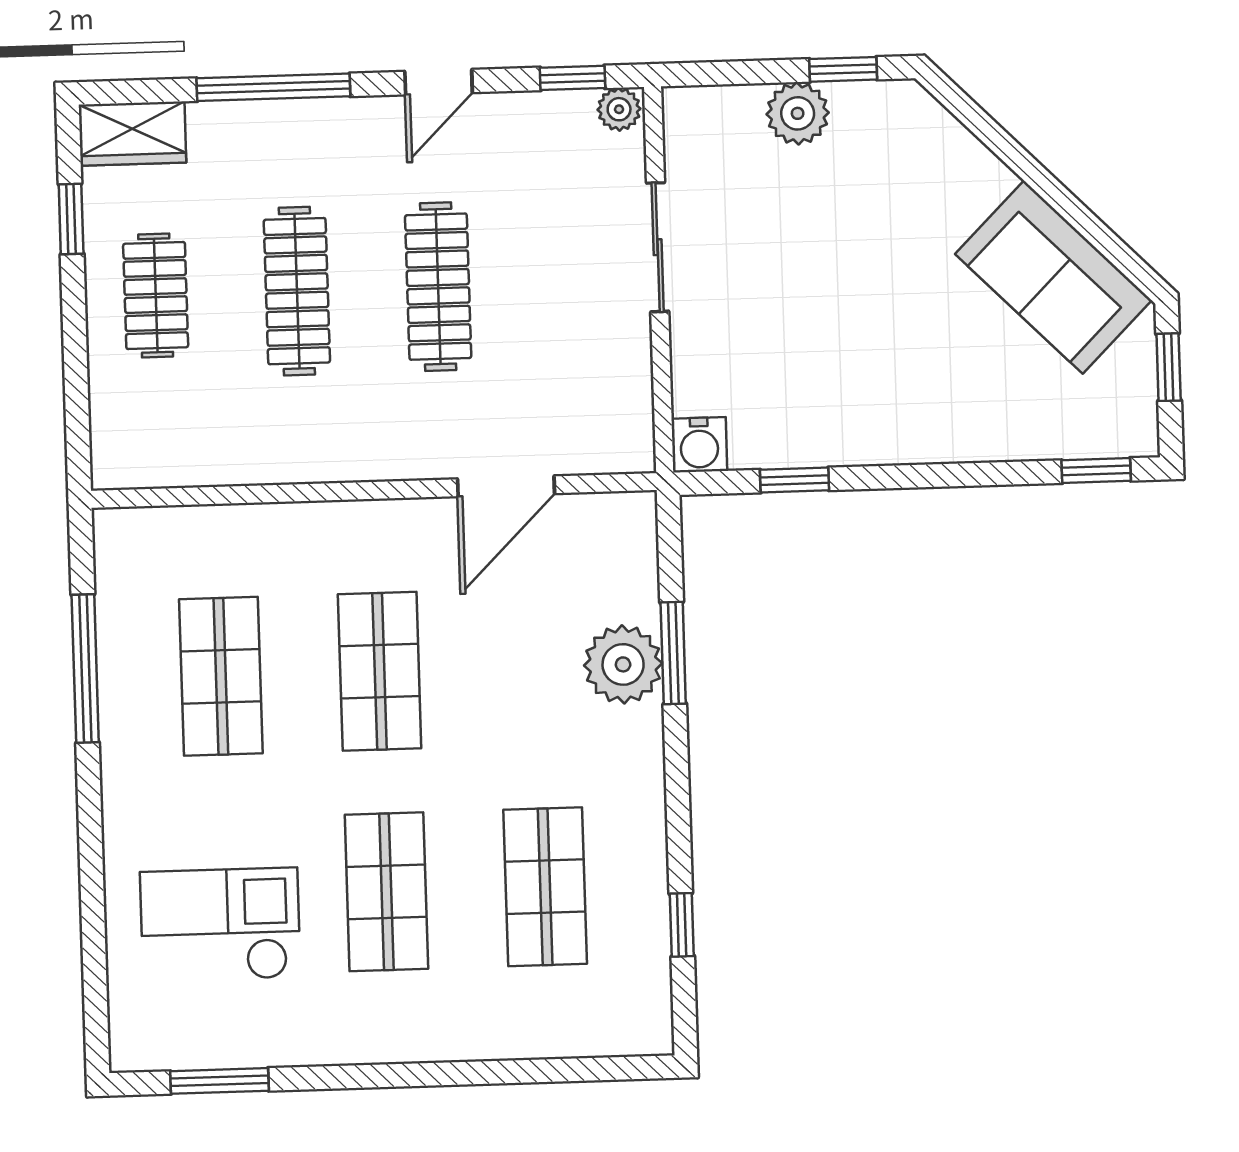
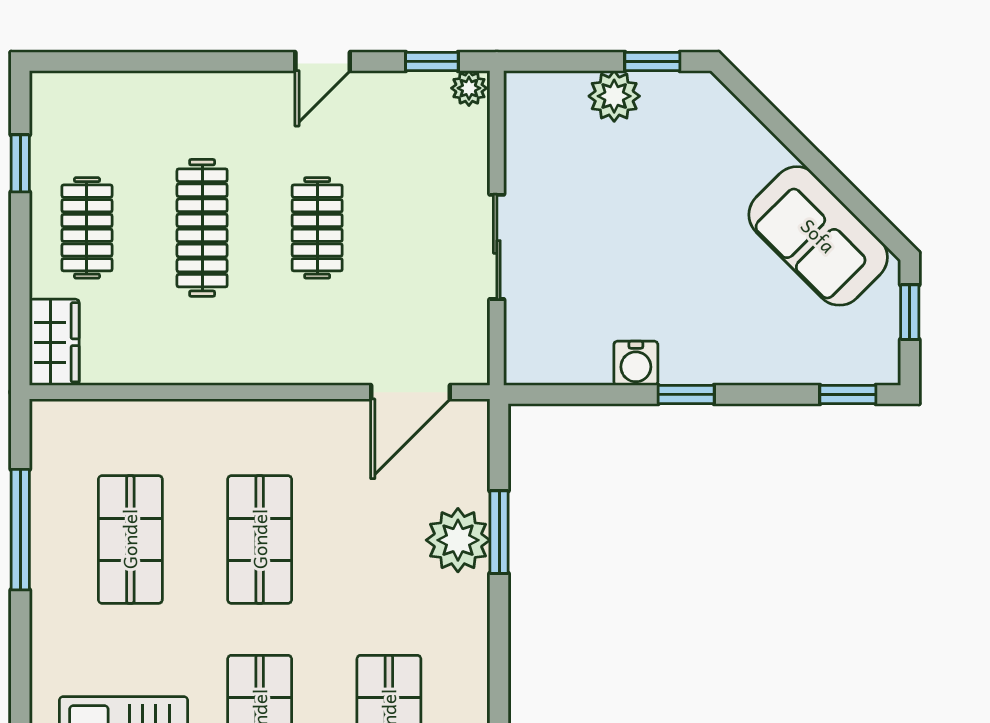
window: (273, 87) -> (188, 61), removed
wardrobe: (132, 134) -> (54, 342), moved, turned -90
sliding door: (658, 247) -> (497, 247), moved
clothes rail: (438, 287) -> (317, 228), width x0.73
water cooler: (699, 445) -> (636, 363), moved
window: (795, 480) -> (686, 394), moved
door: (506, 486) -> (411, 392), moved

